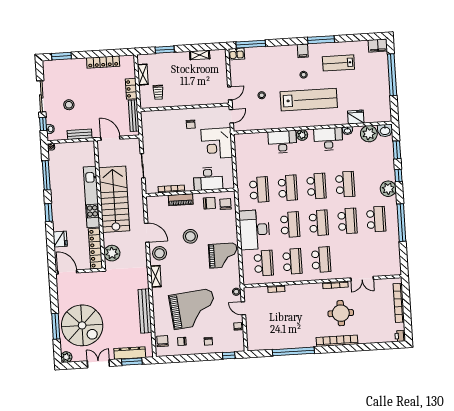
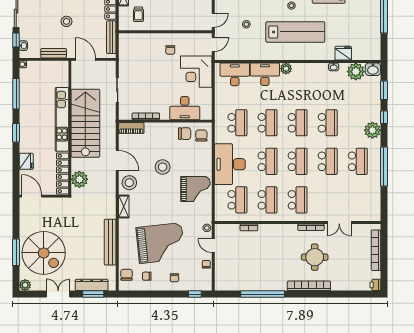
stool: (69, 105) -> (67, 21), moved
desk: (328, 139) -> (235, 74), moved
piano: (181, 200) -> (131, 128), moved

